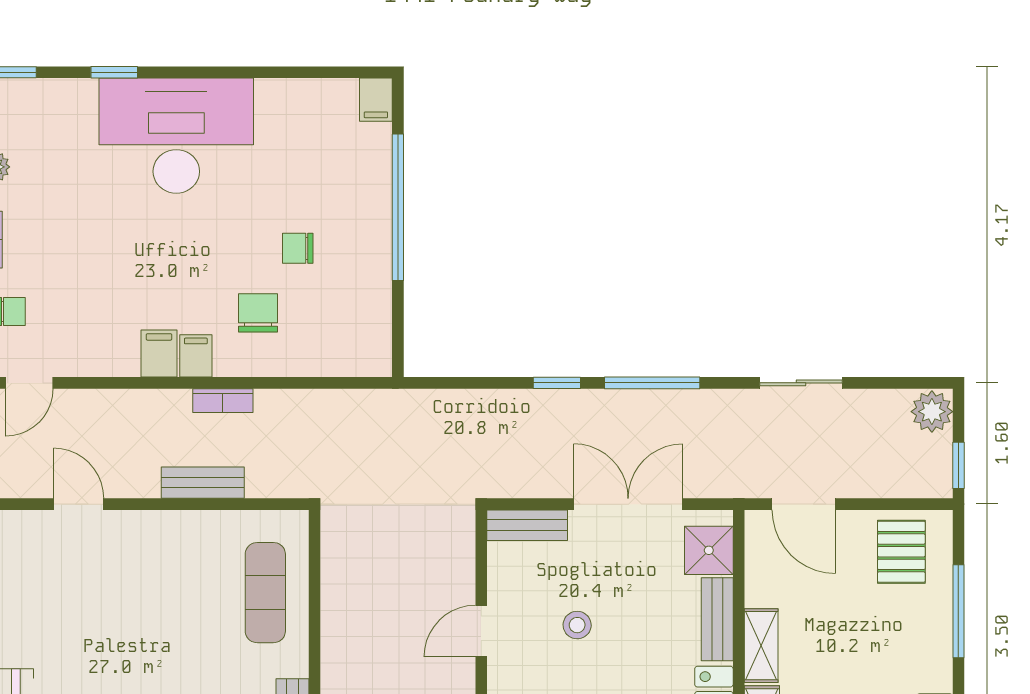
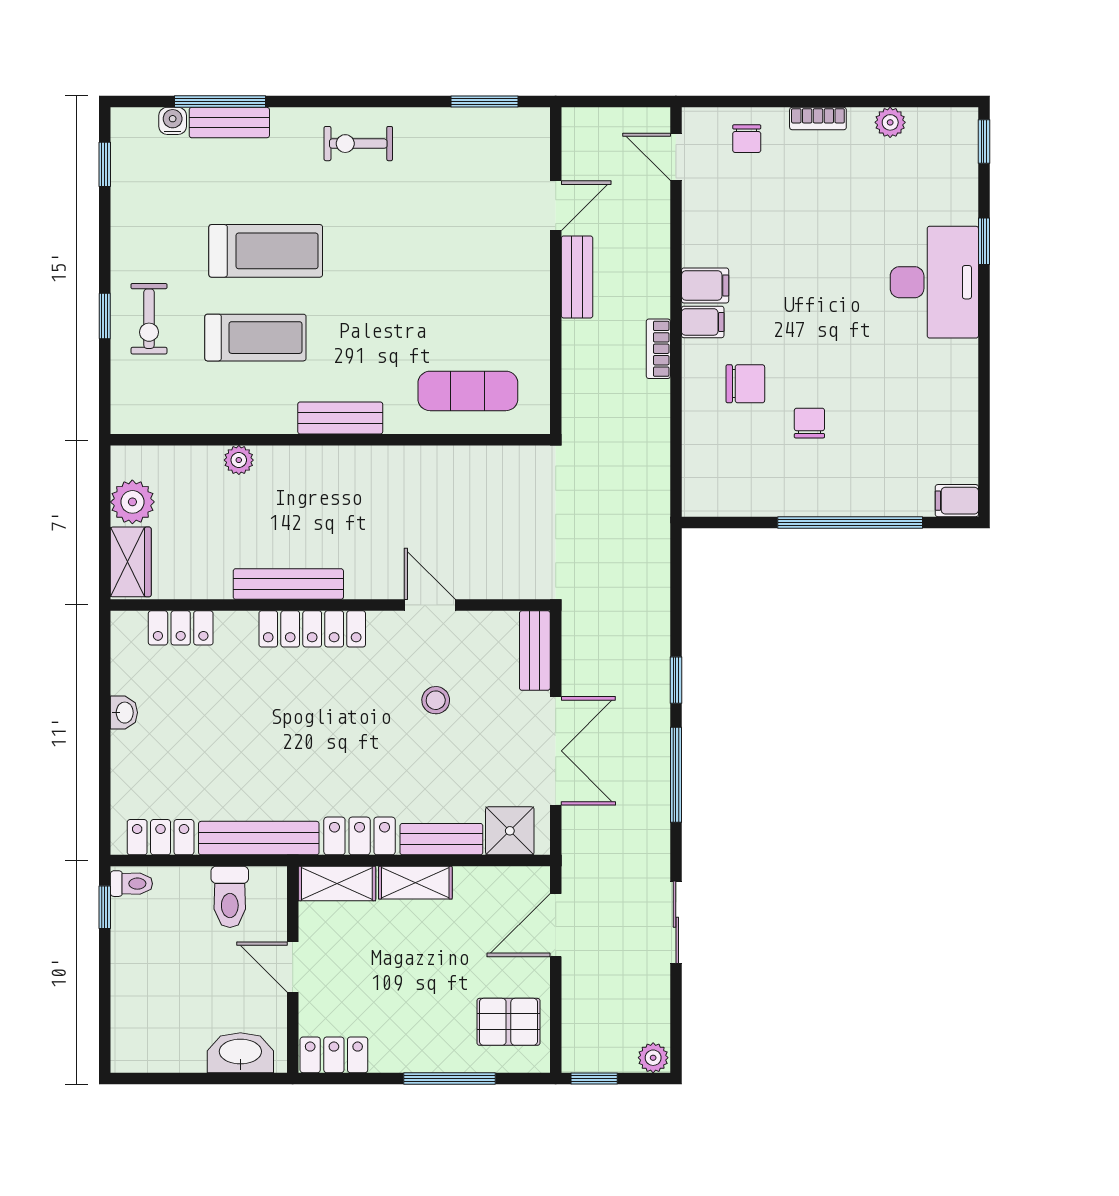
desk: (176, 136) -> (934, 282), width x0.73, depth x0.77
plant: (932, 412) -> (653, 1058), width x0.73, depth x0.73
bench: (203, 483) -> (577, 277), moved

